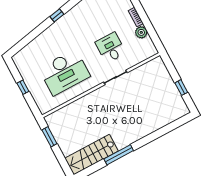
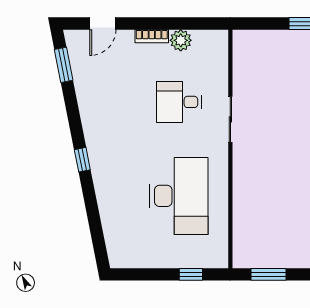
window: (23, 87) -> (191, 274), moved

